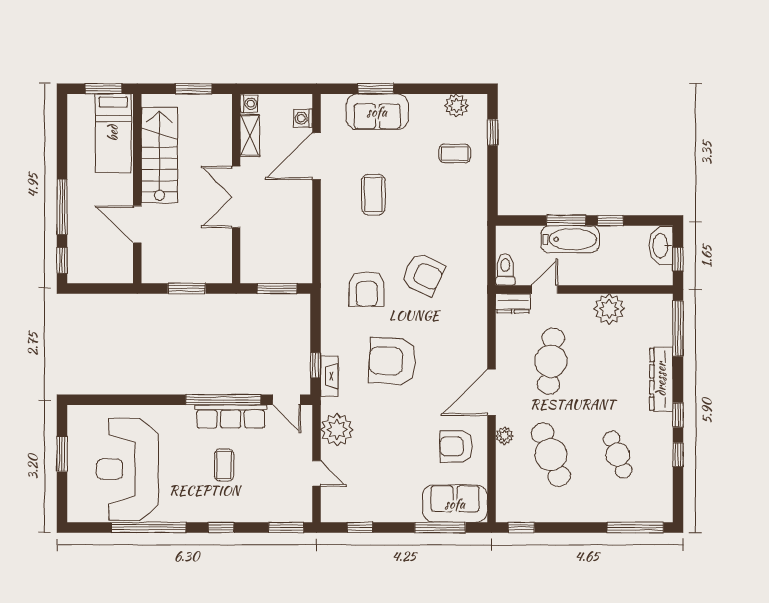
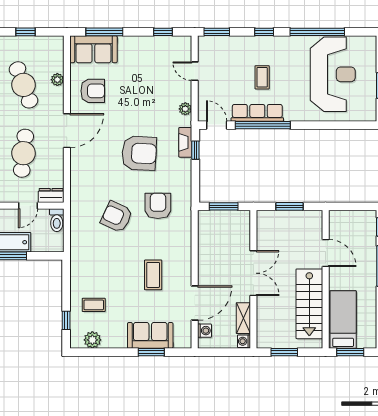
plant: (337, 430) -> (185, 109), width x0.53, depth x0.53
plant: (504, 436) -> (57, 80), moved
window: (521, 527) -> (25, 32), moved

